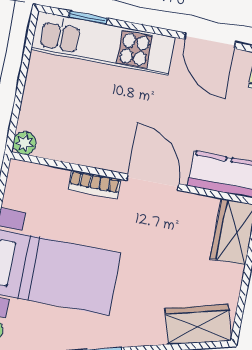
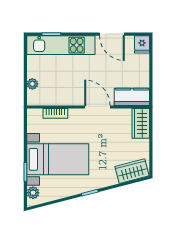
plant: (25, 143) -> (32, 84), moved
bookcase: (95, 184) -> (55, 113), moved

